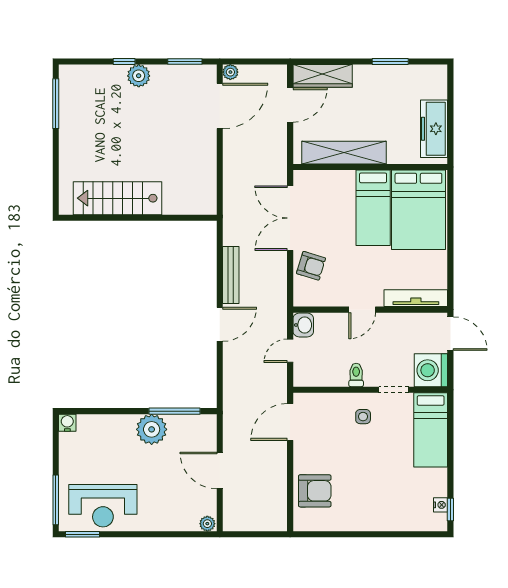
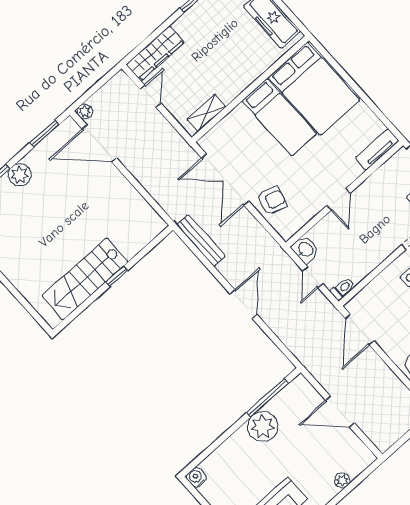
door: (290, 105) -> (150, 96), width x0.73
door: (220, 106) -> (99, 144), swing flipped
shelving: (344, 153) -> (207, 113), width x0.45, depth x0.75
window: (143, 218) -> (117, 276), added
bench: (231, 275) -> (201, 241), moved
tv unit: (416, 298) -> (377, 149), width x0.71
toilet: (356, 375) -> (343, 289), moved, turned 90
plant: (207, 524) -> (342, 480), moved

